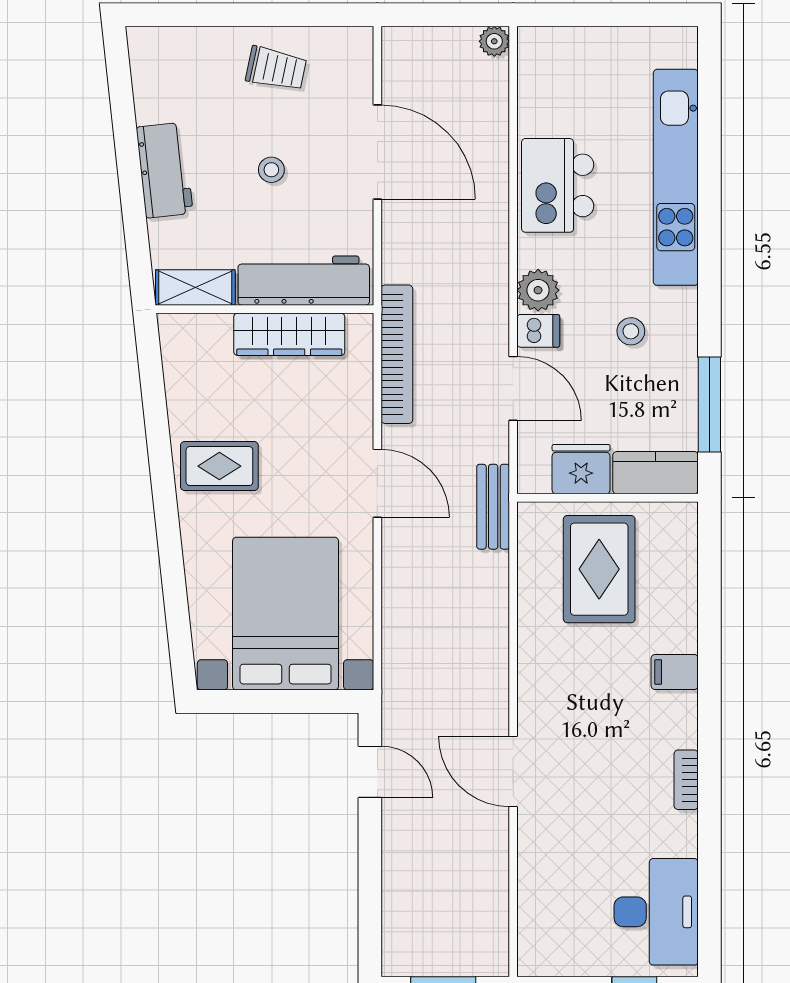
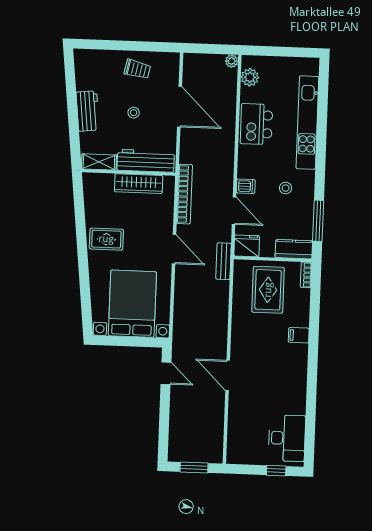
plant: (538, 290) -> (250, 77), moved
fridge: (581, 469) -> (247, 246), moved
bookcase: (686, 780) -> (306, 275), moved

